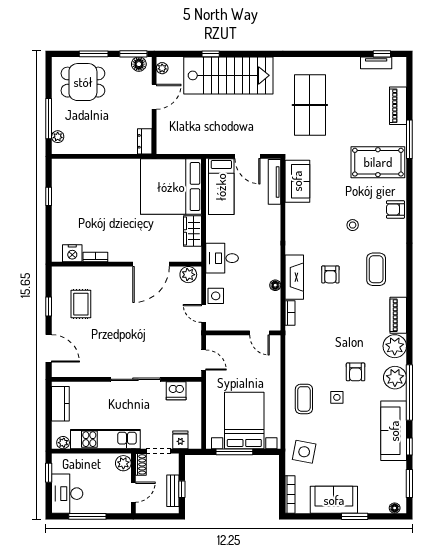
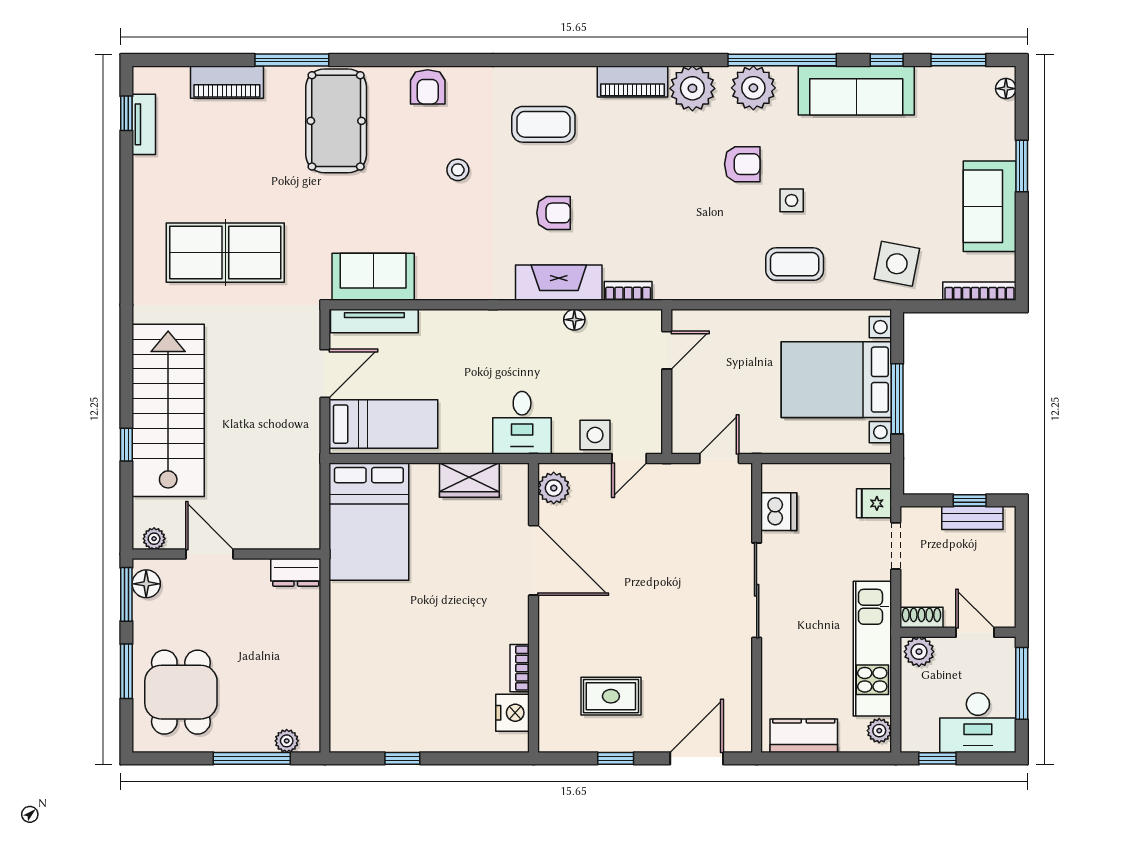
bed: (171, 187) -> (369, 522), width x0.73
plant: (123, 463) -> (919, 652), moved
shoe rack: (141, 464) -> (921, 618), moved
wall: (133, 483) -> (958, 632), moved
door: (133, 492) -> (975, 632), moved

